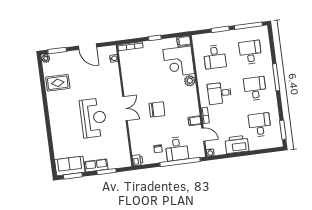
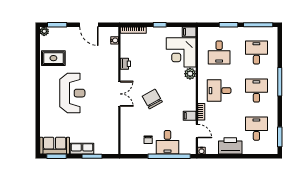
chair: (157, 109) -> (152, 99), turned -120
reception desk: (93, 118) -> (72, 93), moved
printer: (138, 160) -> (125, 64), moved

